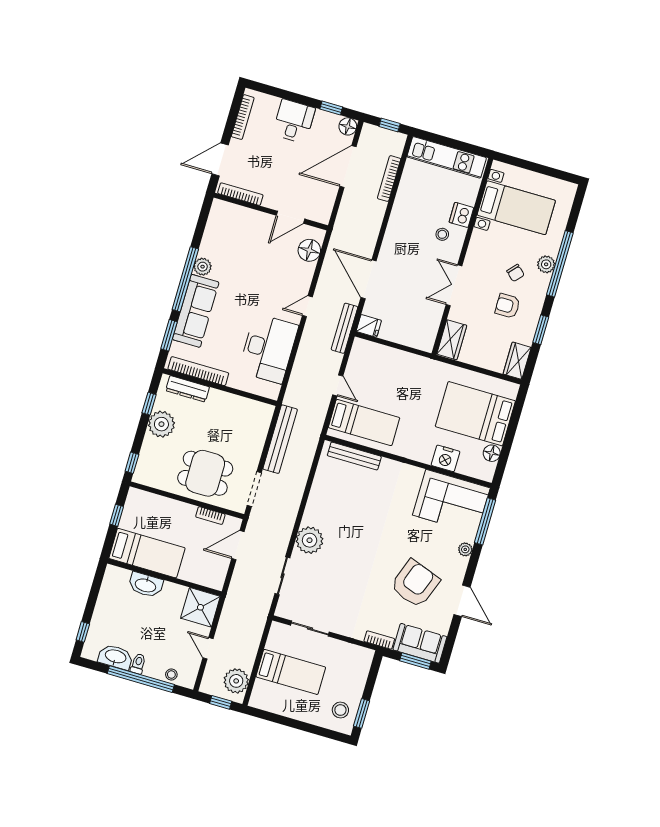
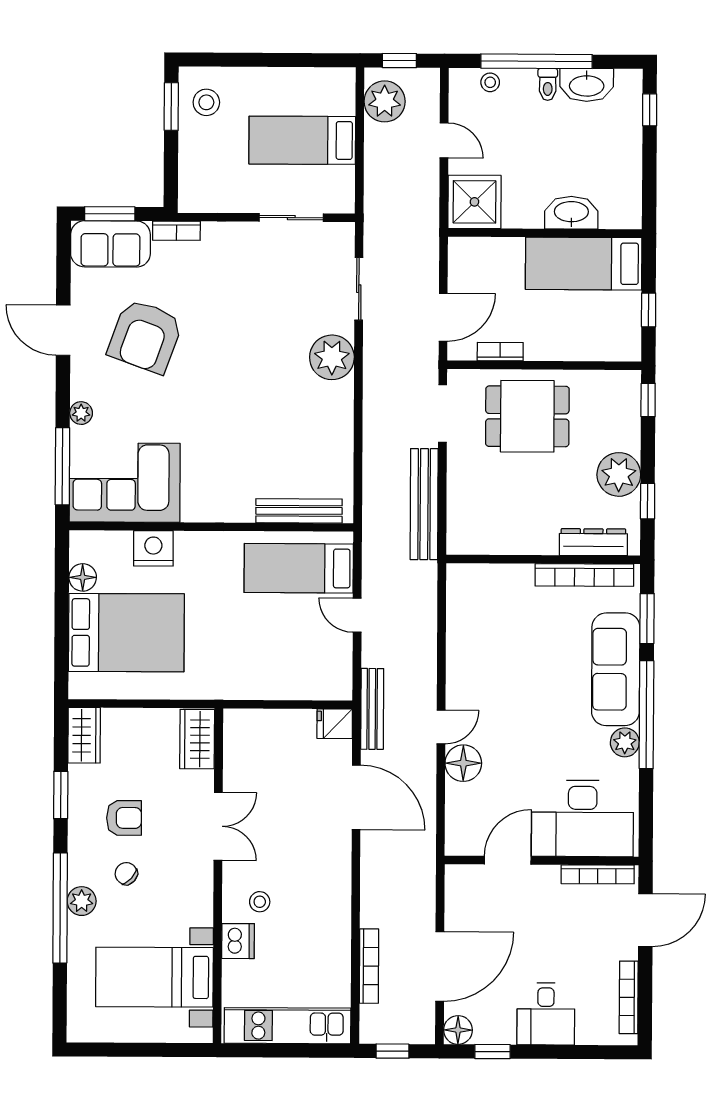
floor lamp: (309, 250) -> (463, 763), moved
desk: (268, 349) -> (583, 818), moved, turned -90

